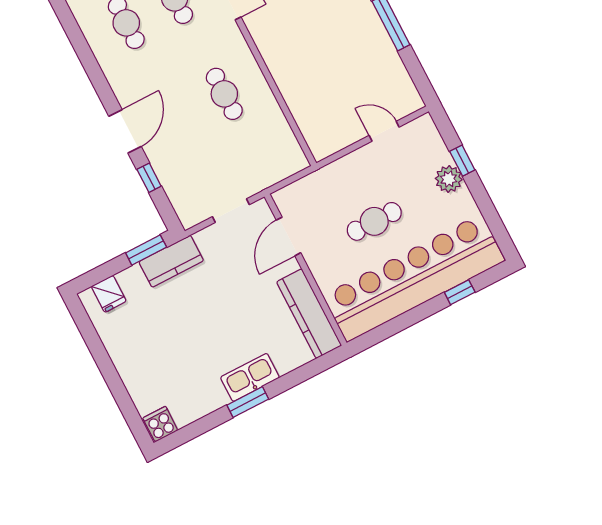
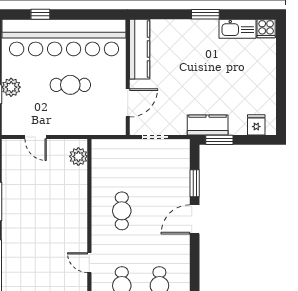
plant: (316, 135) -> (78, 156), added
window: (149, 178) -> (195, 183), width x1.50
kitchen sink: (250, 377) -> (238, 29), moved

